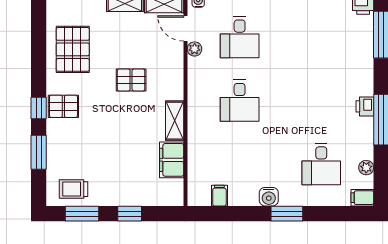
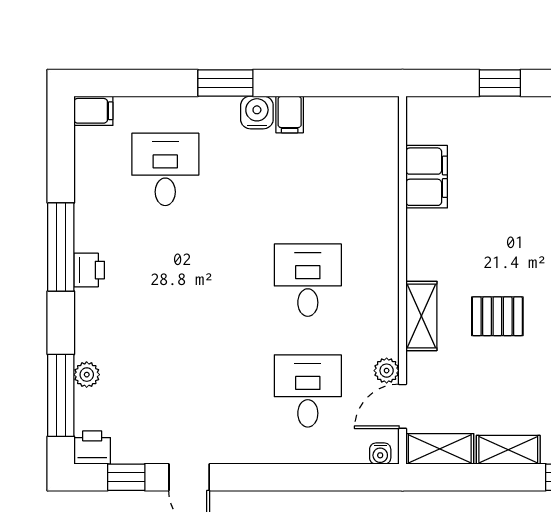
door: (185, 28) -> (402, 406), swing flipped
shelving: (175, 121) -> (421, 316), moved
plant: (366, 168) -> (87, 375), moved
filing cabinet: (219, 196) -> (290, 114), moved

